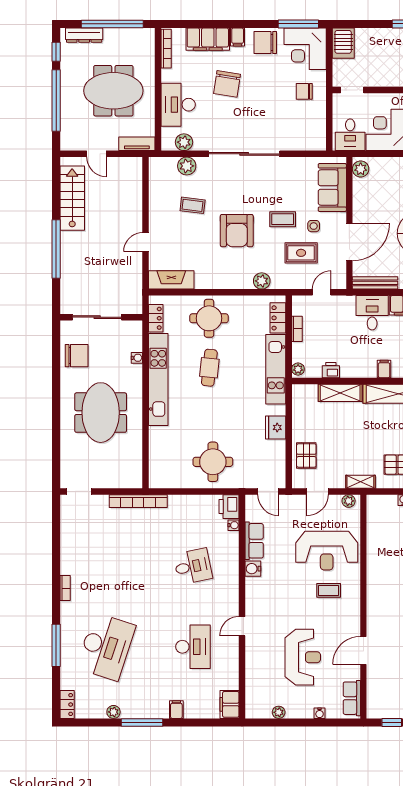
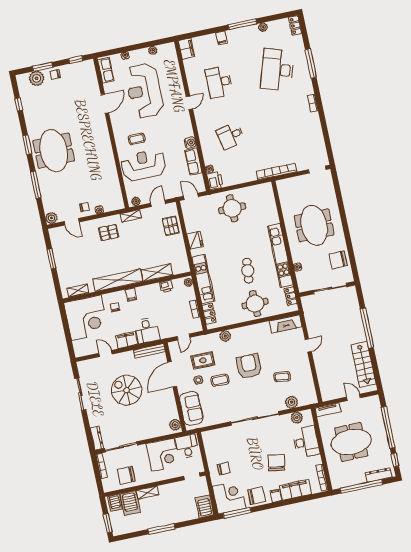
reception desk: (303, 657) -> (144, 91), width x1.36, depth x1.30

